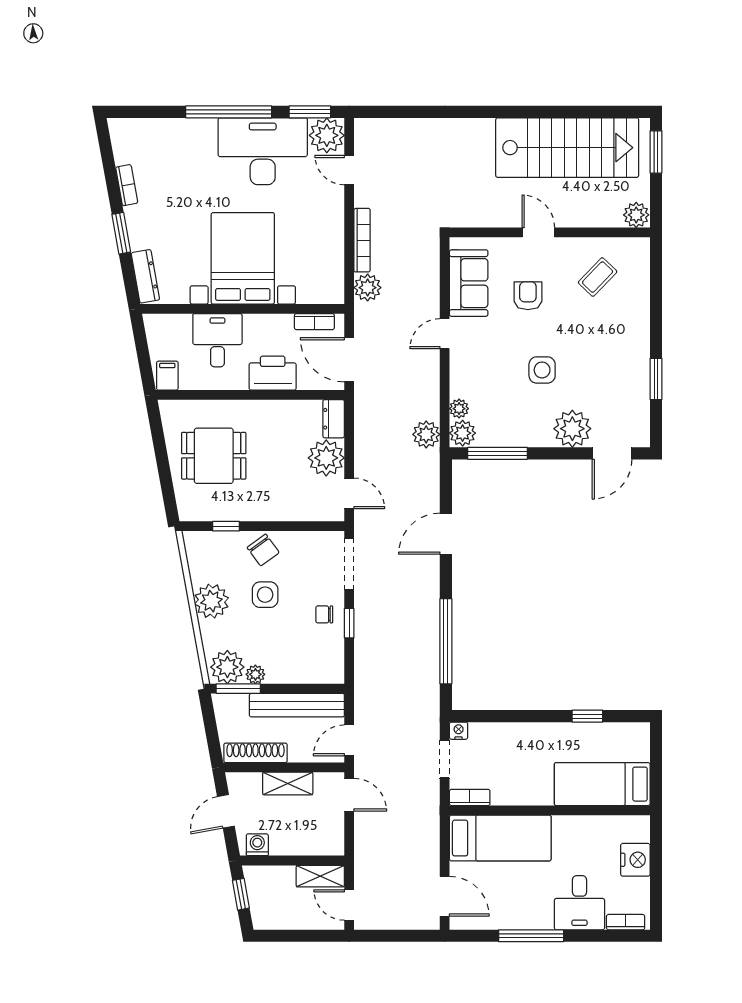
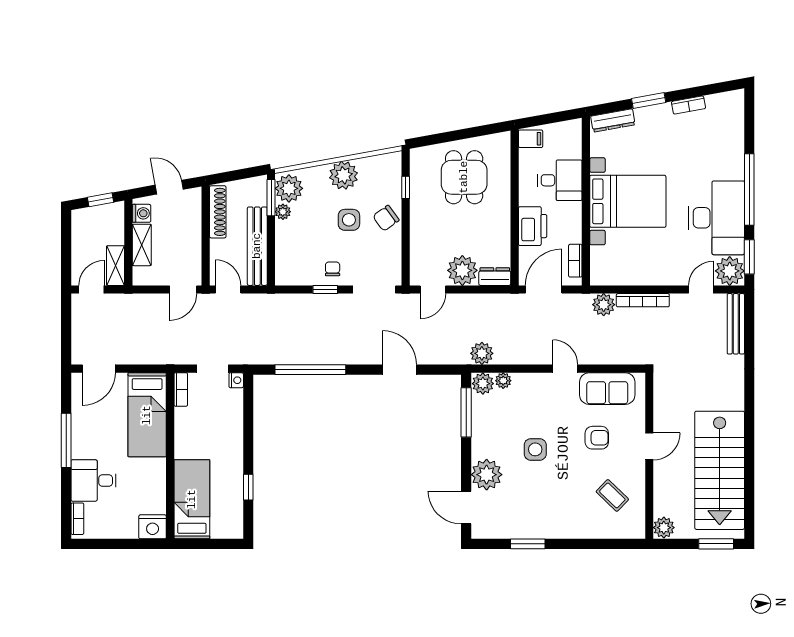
bench: (391, 128) -> (736, 324), added
shelving: (288, 783) -> (142, 245), moved
nightstand: (635, 860) -> (153, 527), moved

